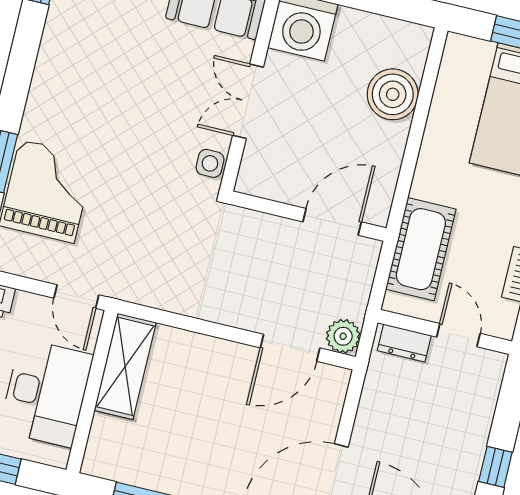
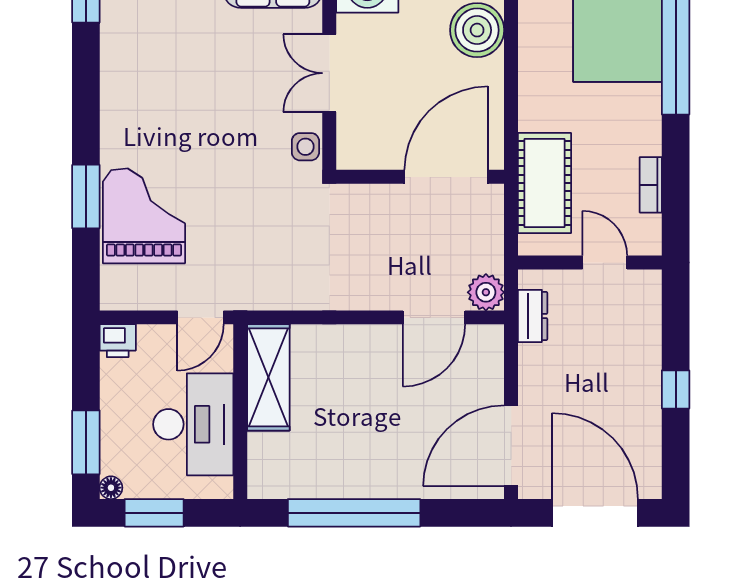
door: (332, 222) -> (446, 177), width x1.36
door: (76, 297) -> (200, 317), hinge flipped
dresser: (404, 343) -> (533, 316), moved, turned -90

